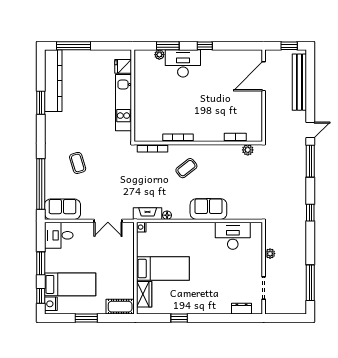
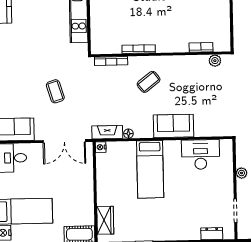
coffee table: (78, 163) -> (55, 91), moved
double door: (108, 221) -> (64, 141), width x1.37
bed: (163, 268) -> (150, 169), moved, turned 90

